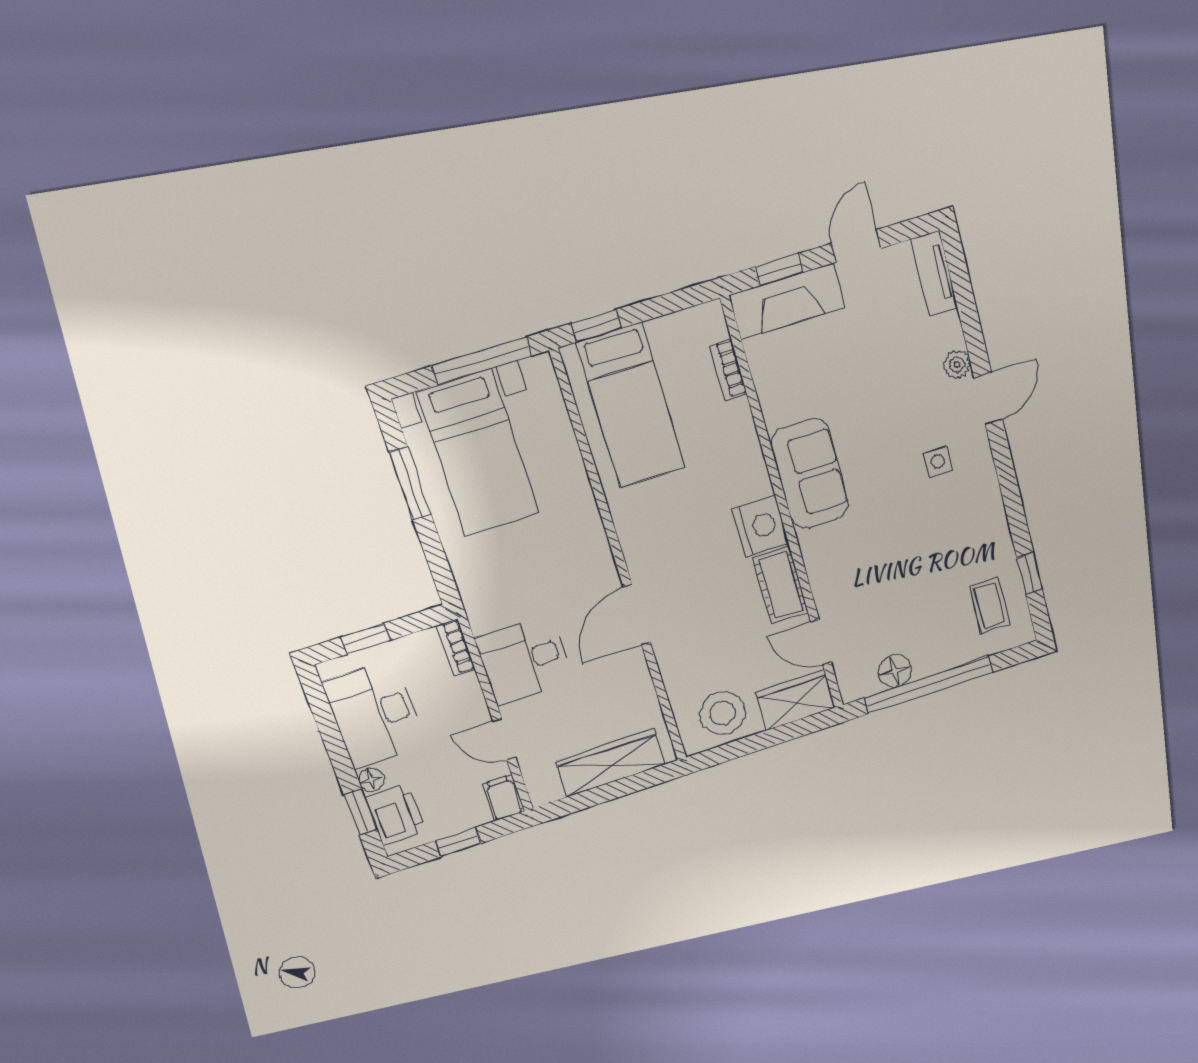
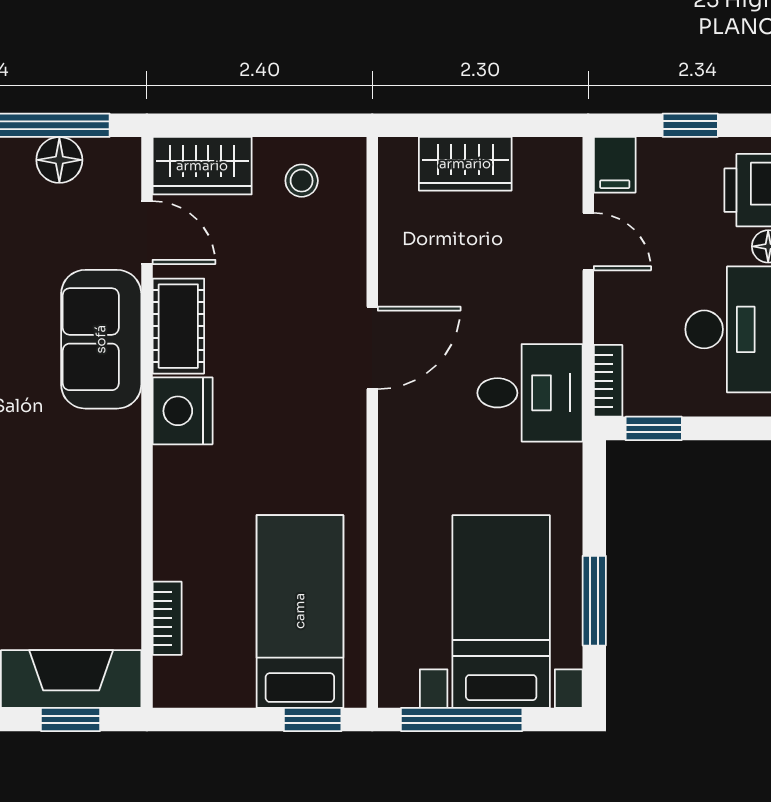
sofa: (810, 474) -> (101, 339), moved
window: (365, 639) -> (654, 428), moved
desk: (524, 660) -> (530, 393), moved
stool: (723, 713) -> (302, 181), width x0.53, depth x0.53
wardrobe: (610, 763) -> (465, 164), width x0.67

